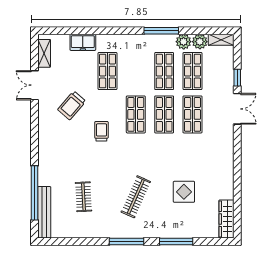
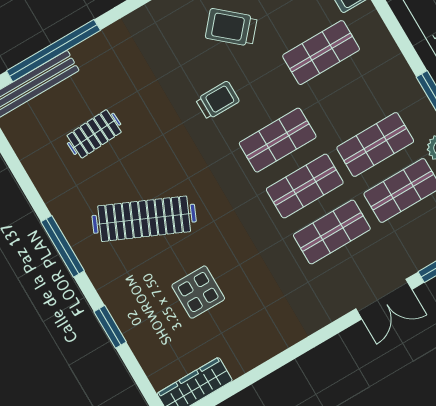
clothes rail: (136, 197) -> (144, 219), width x1.37, depth x1.31
window: (176, 241) -> (110, 327), width x0.69

